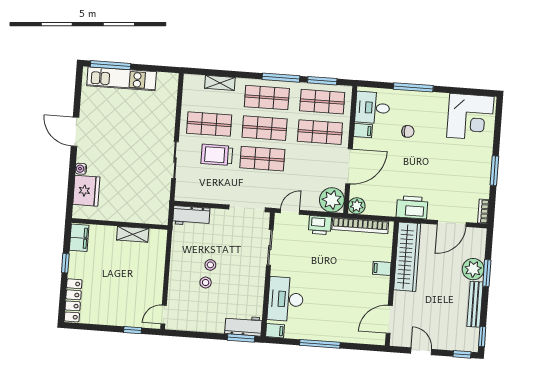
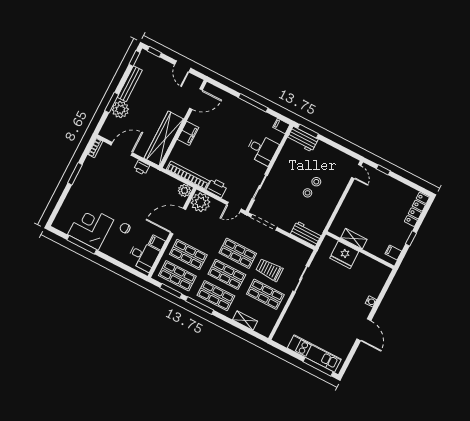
window: (413, 87) -> (82, 245), moved
corner desk: (470, 117) -> (91, 227), moved
trolley: (217, 155) -> (269, 270), turned 180
fridge: (86, 191) -> (344, 255), moved, turned -90
printer: (412, 207) -> (142, 168), width x0.53, depth x0.68
filing cabinet: (79, 238) -> (393, 252), width x0.50
filing cabinet: (382, 268) -> (188, 133), width x2.00
desk: (285, 299) -> (262, 149), width x0.73
door: (164, 315) -> (356, 171), hinge flipped

